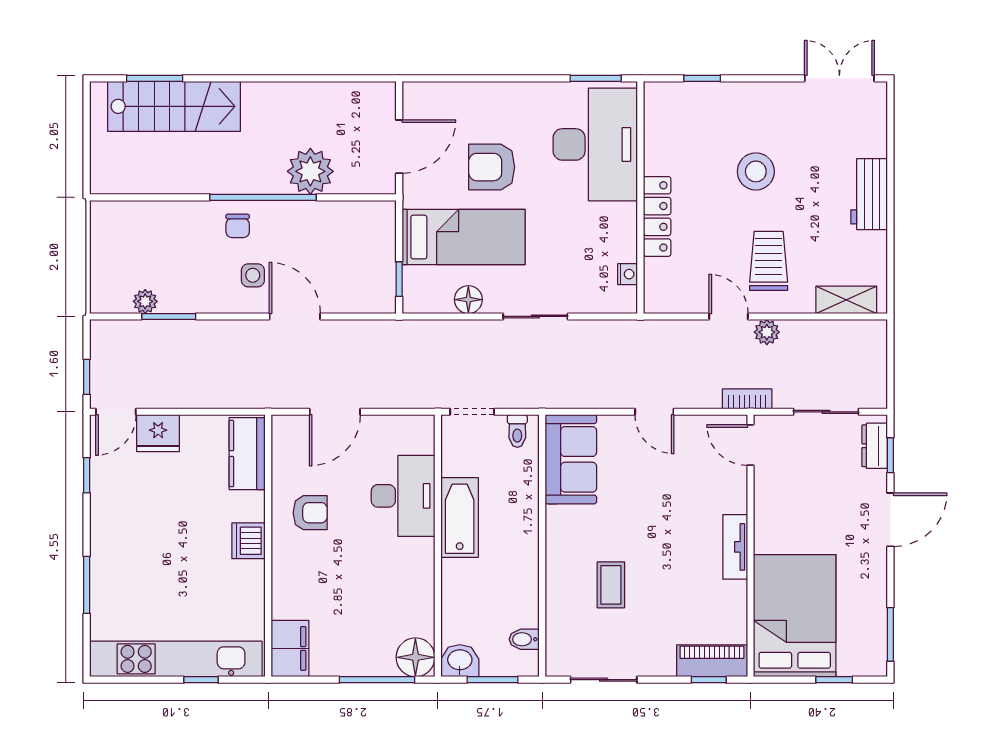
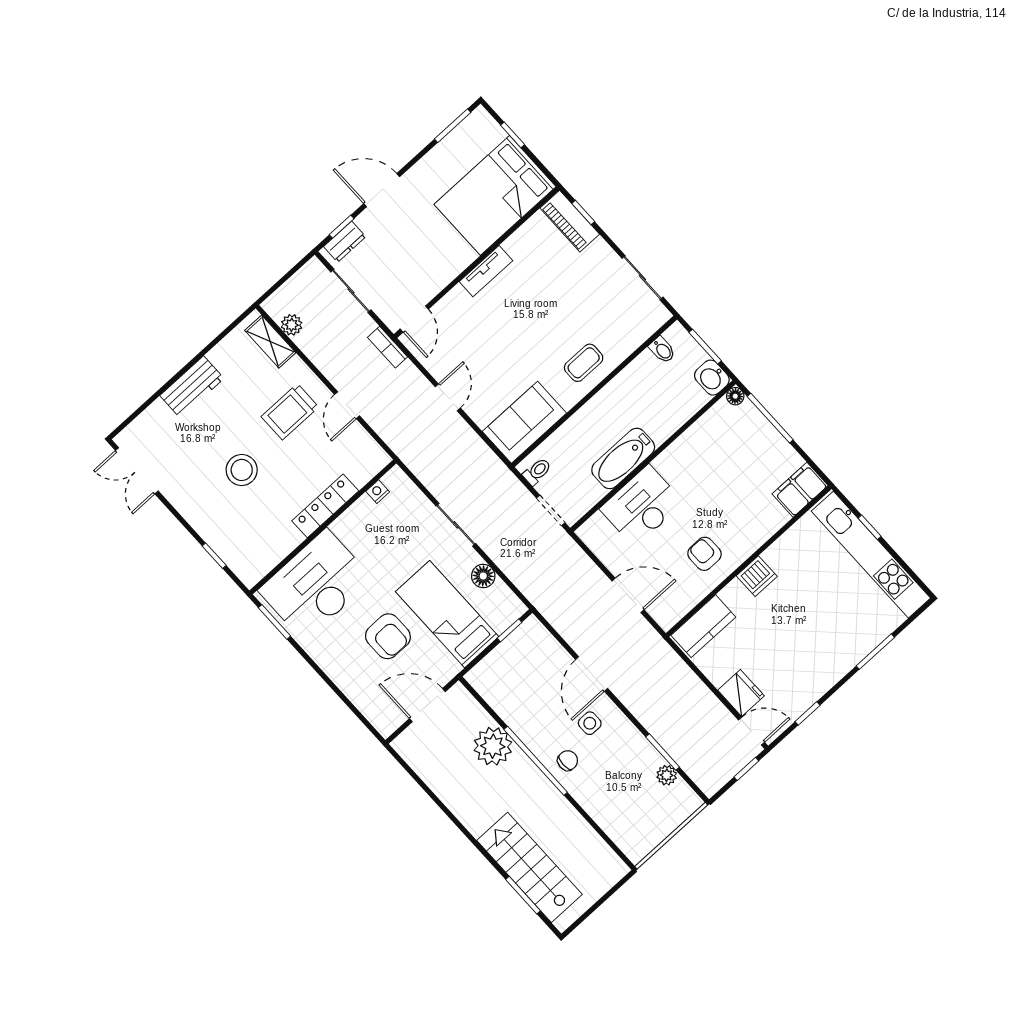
plant: (767, 332) -> (292, 325), moved
coffee table: (611, 585) -> (584, 363), moved
floor lamp: (415, 657) -> (735, 396), width x0.53, depth x0.53

